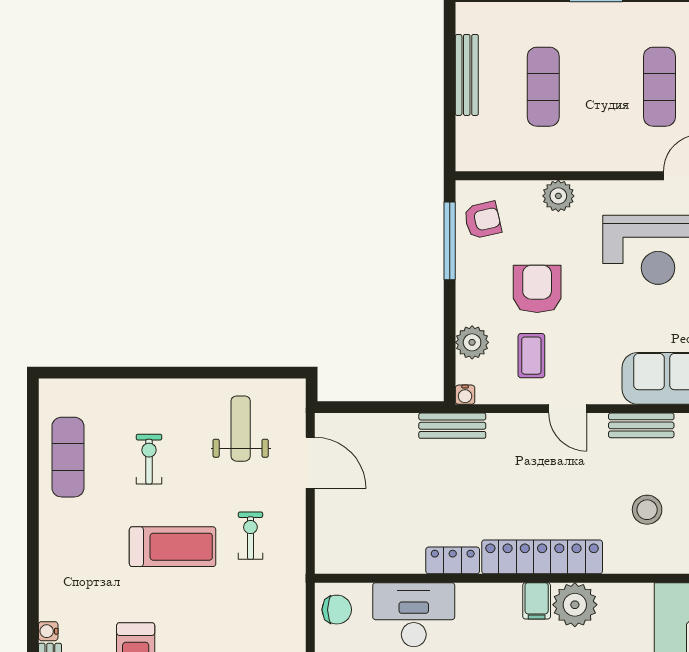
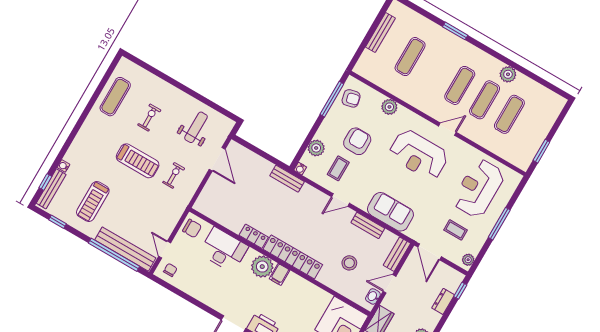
door: (568, 409) -> (341, 200), hinge flipped
plant: (575, 605) -> (262, 267), moved

